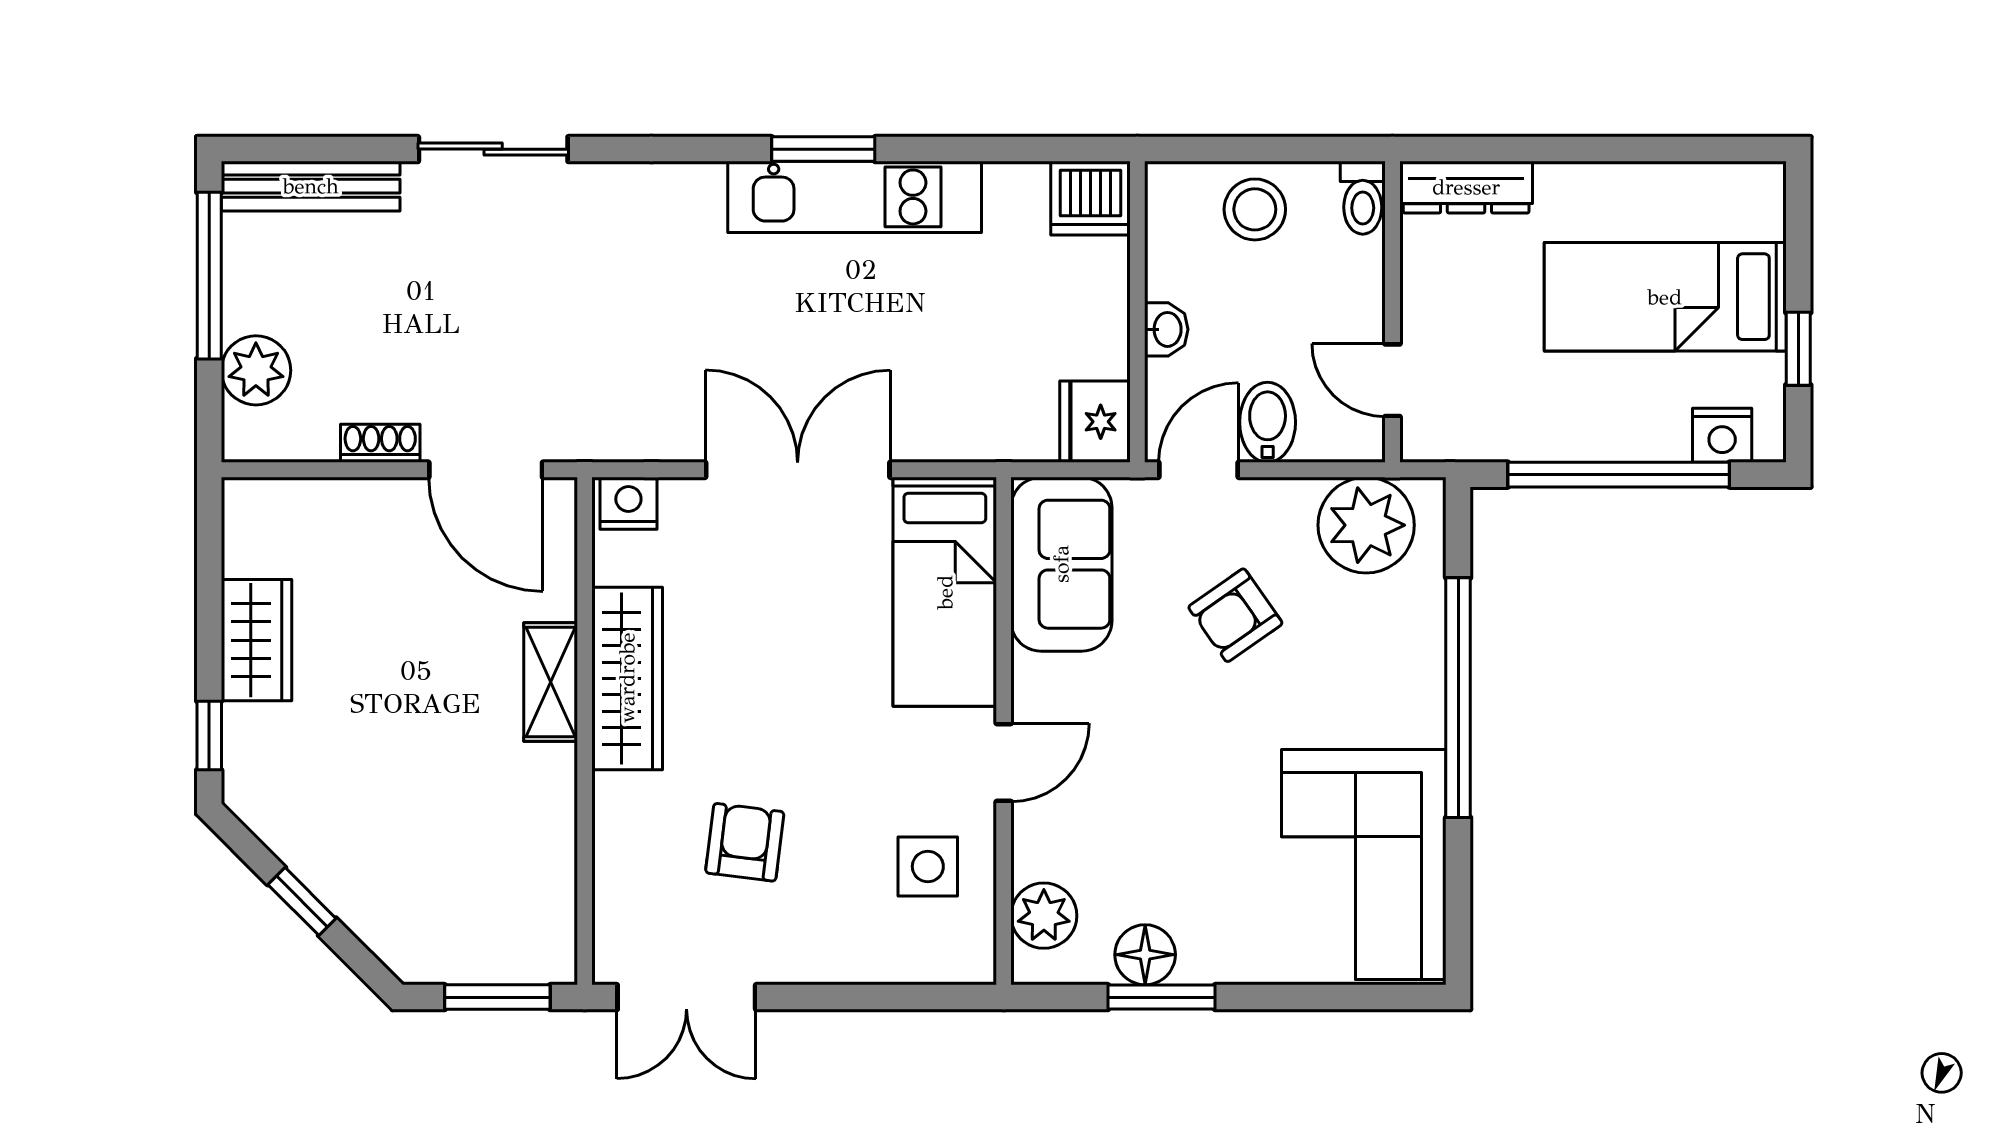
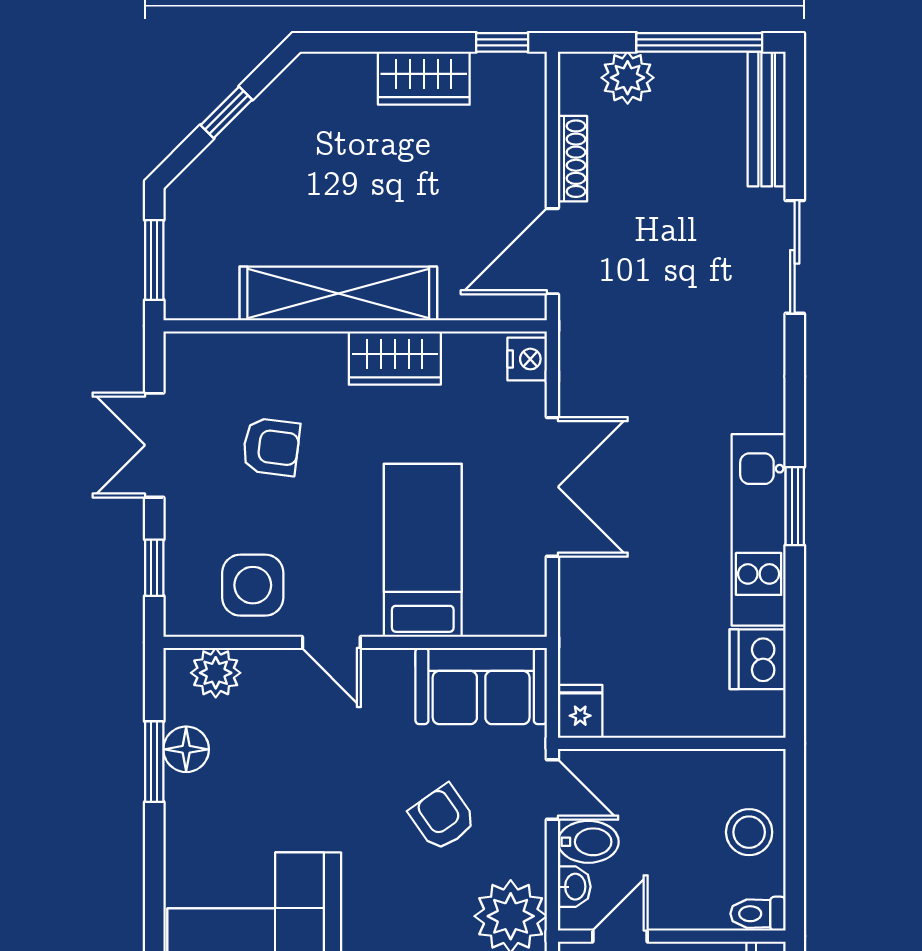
dishwasher: (1090, 198) -> (758, 659), moved
washbasin: (1166, 329) -> (574, 887), moved, turned -90
fridge: (1095, 422) -> (580, 711), width x0.72
shoe rack: (380, 443) -> (572, 159), width x1.43
bed: (945, 592) -> (423, 550), moved, turned 90
wardrobe: (627, 678) -> (395, 358), width x0.67
shelving: (551, 682) -> (338, 293), width x2.20, depth x1.33
window: (209, 735) -> (502, 42), moved
side table: (928, 866) -> (253, 585), width x1.37, depth x1.37
double door: (686, 997) -> (154, 445), moved
window: (905, 997) -> (154, 568), added

